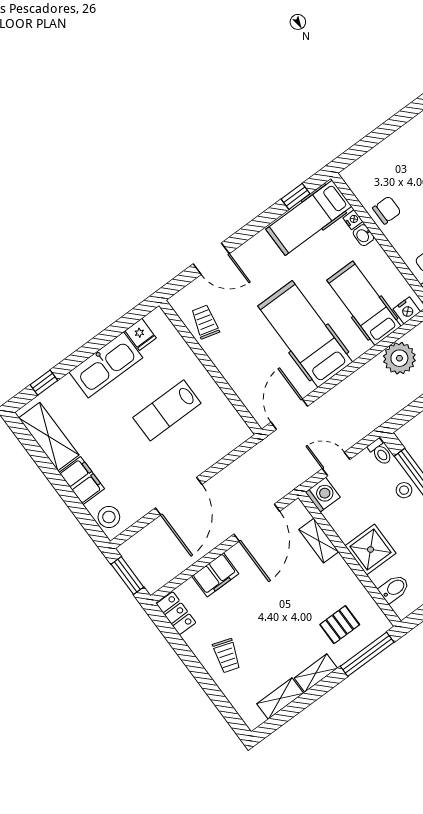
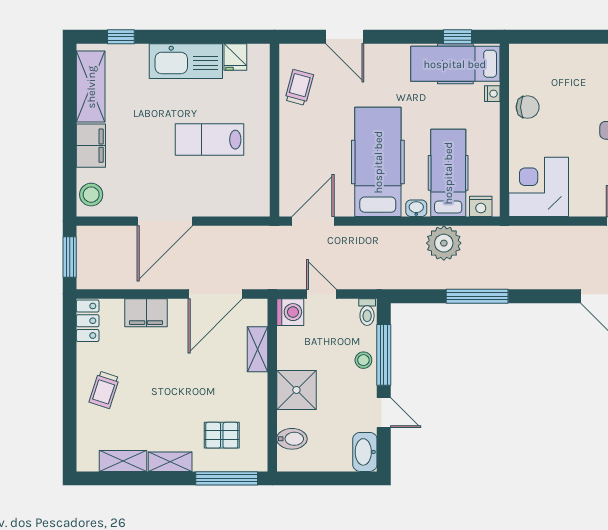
washbasin: (364, 235) -> (416, 208), moved, turned 90

